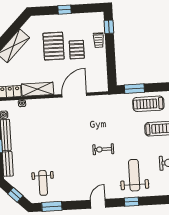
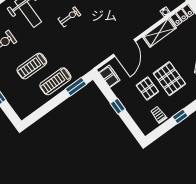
window: (109, 27) -> (118, 106), moved
trolley: (99, 40) -> (159, 115), moved
filing cabinet: (101, 79) -> (110, 76), added
treadmill: (148, 104) -> (55, 81), turned 180

